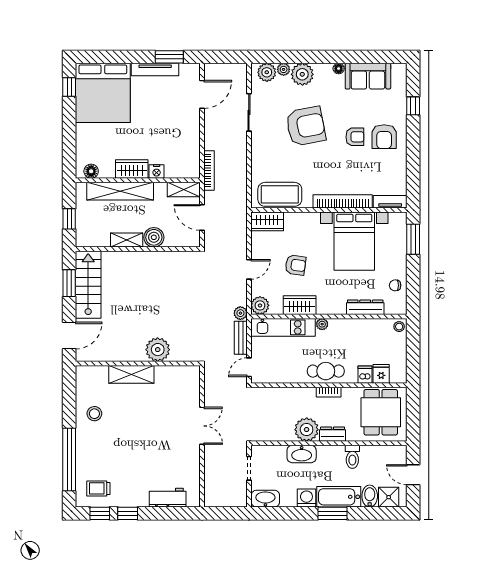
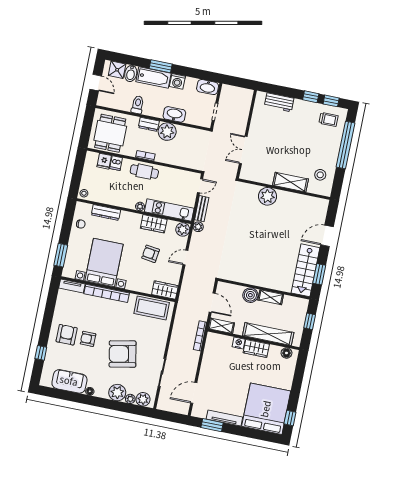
plant: (158, 350) -> (268, 196), moved
wall: (138, 363) -> (284, 189), moved
shelving: (131, 374) -> (290, 182), moved

